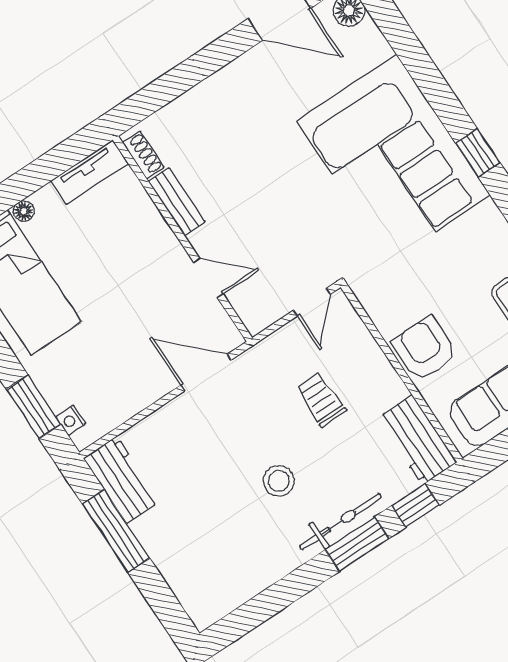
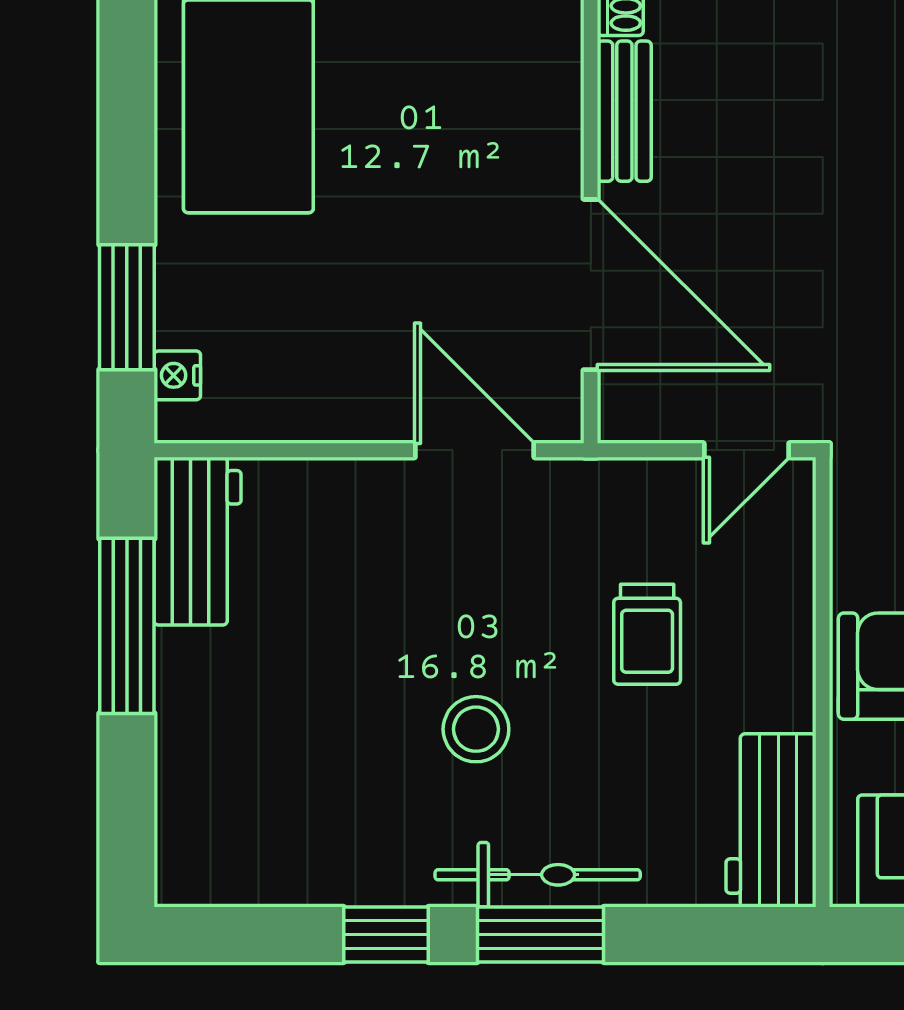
door: (208, 278) -> (591, 285), width x1.88
trolley: (321, 400) -> (647, 634), turned 180
window: (415, 505) -> (386, 935), moved

